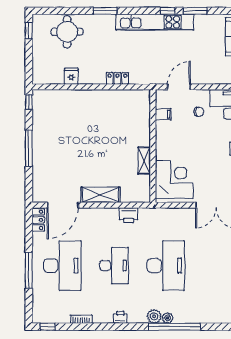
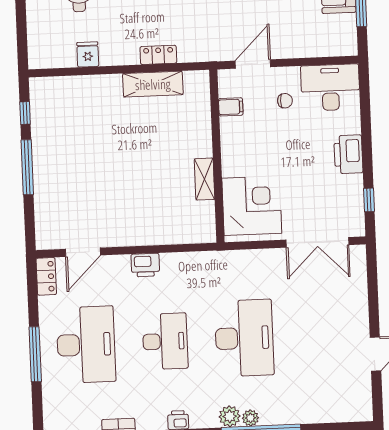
window: (29, 102) -> (25, 113), moved
shelving: (100, 195) -> (153, 84), moved
door: (63, 205) -> (83, 252), width x0.73
printer: (129, 215) -> (145, 265), moved

